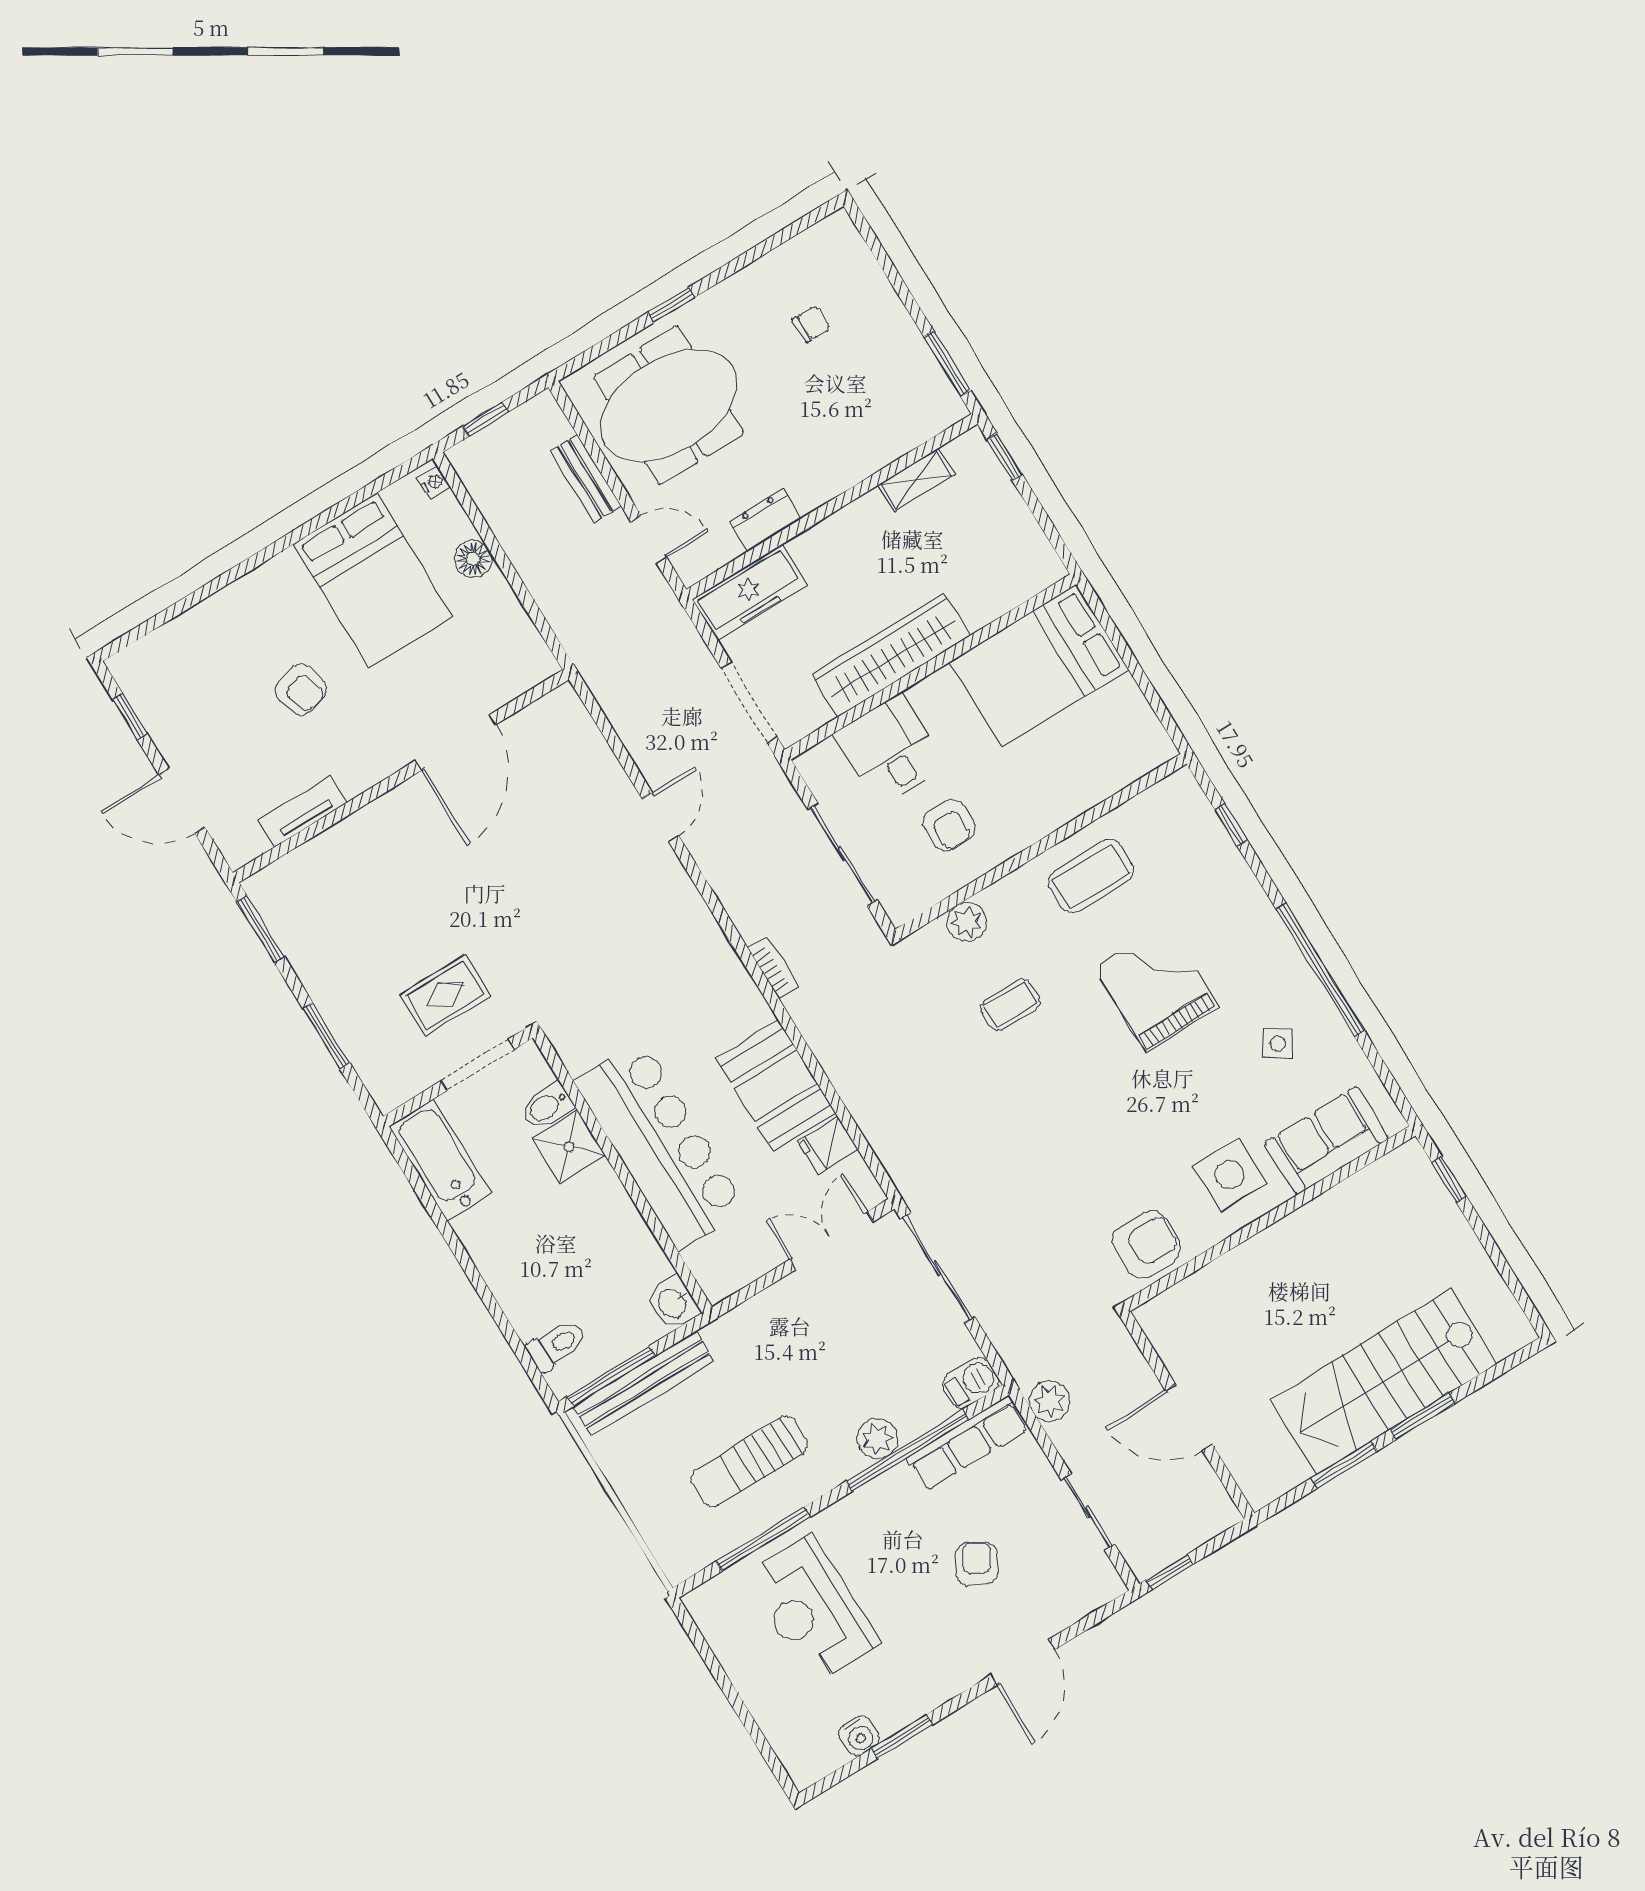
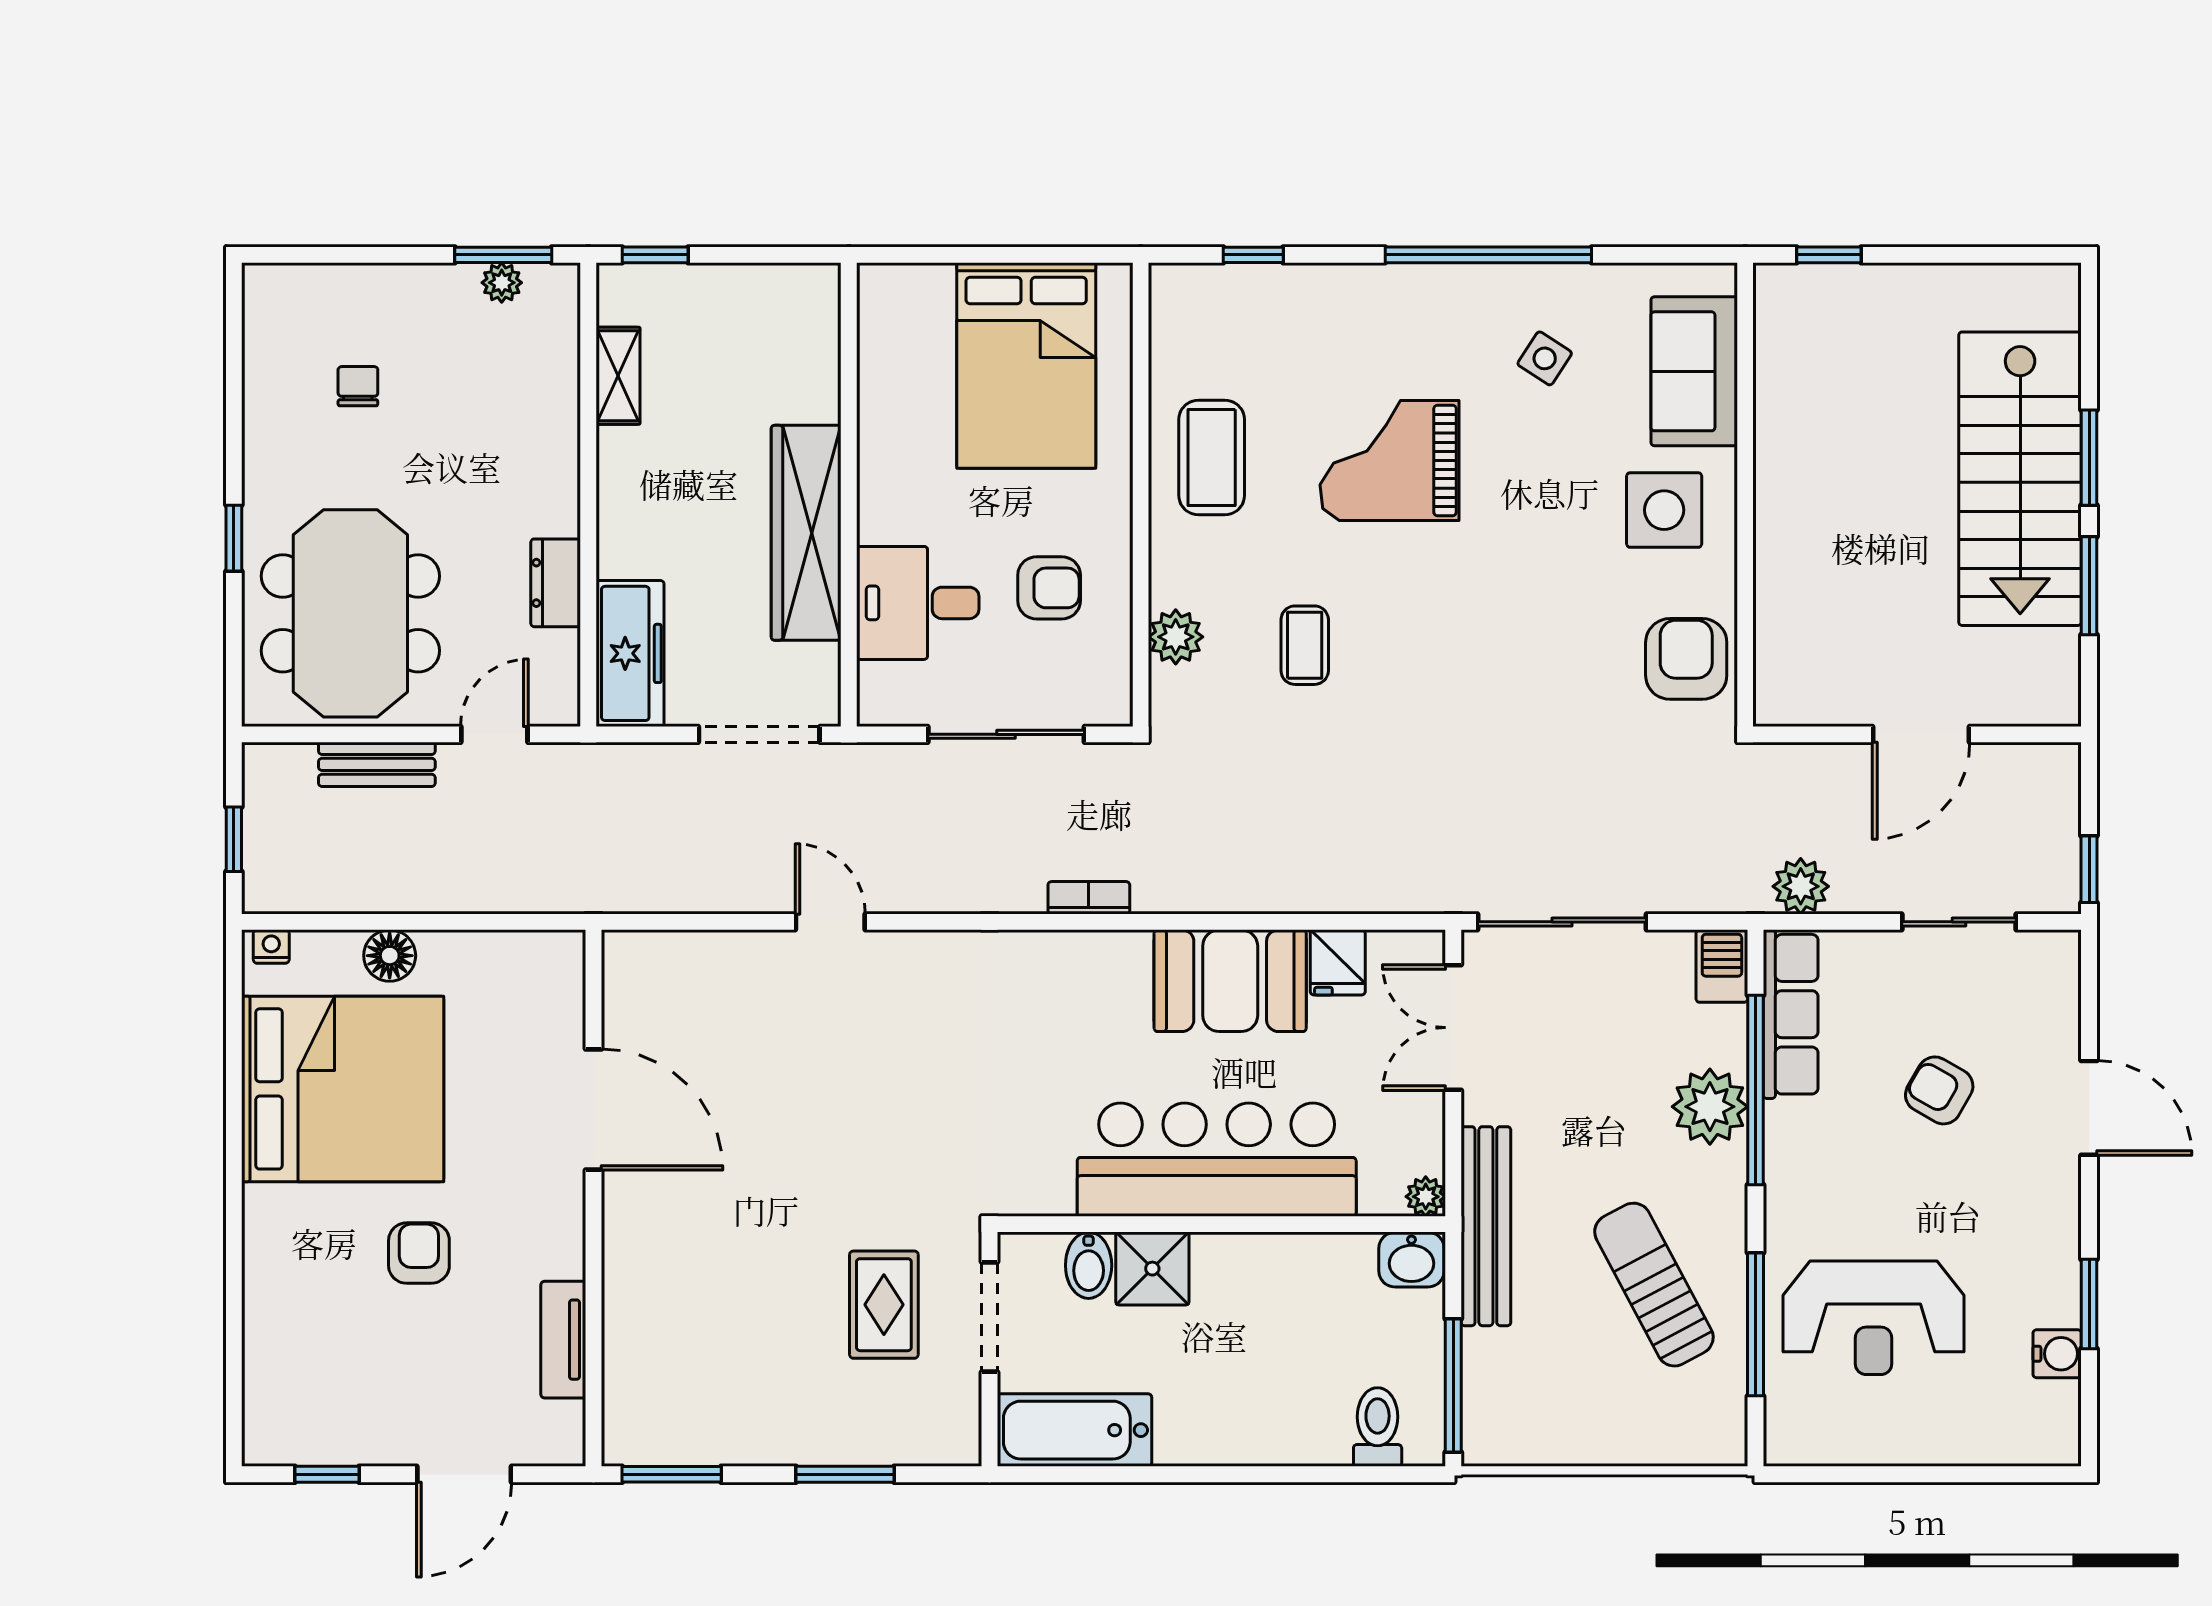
plant: (930, 373) -> (502, 283), added
bed: (373, 580) -> (343, 1089), width x1.36
bed: (1039, 666) -> (1026, 366), moved
armchair: (301, 690) -> (419, 1253), turned -73
plant: (717, 1288) -> (1426, 1197), added
bench: (644, 1384) -> (1486, 1226), moved
plant: (878, 1439) -> (1710, 1107), width x1.36, depth x1.36
sun lounger: (749, 1461) -> (1654, 1285), turned 152

